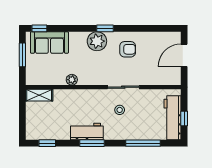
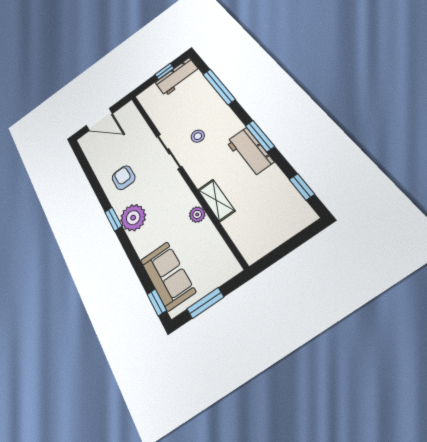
shelving: (39, 95) -> (216, 200), moved
workbench: (172, 118) -> (177, 77), width x0.73

